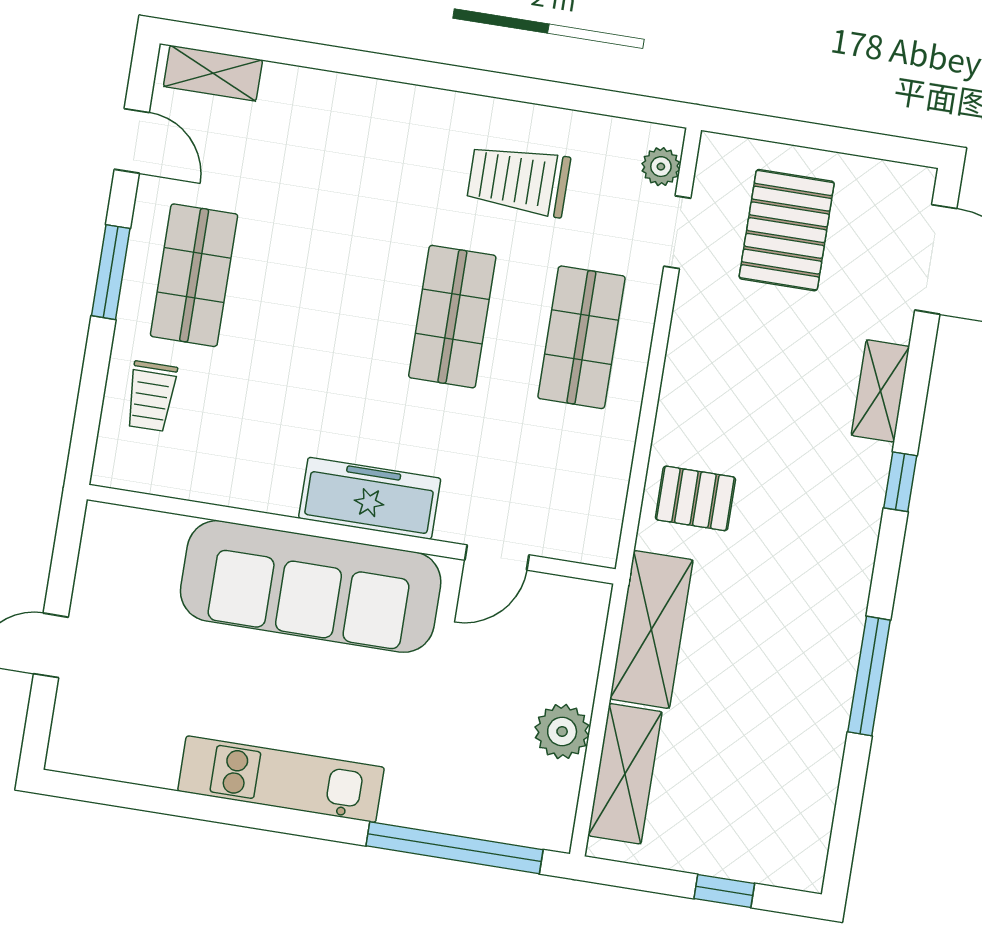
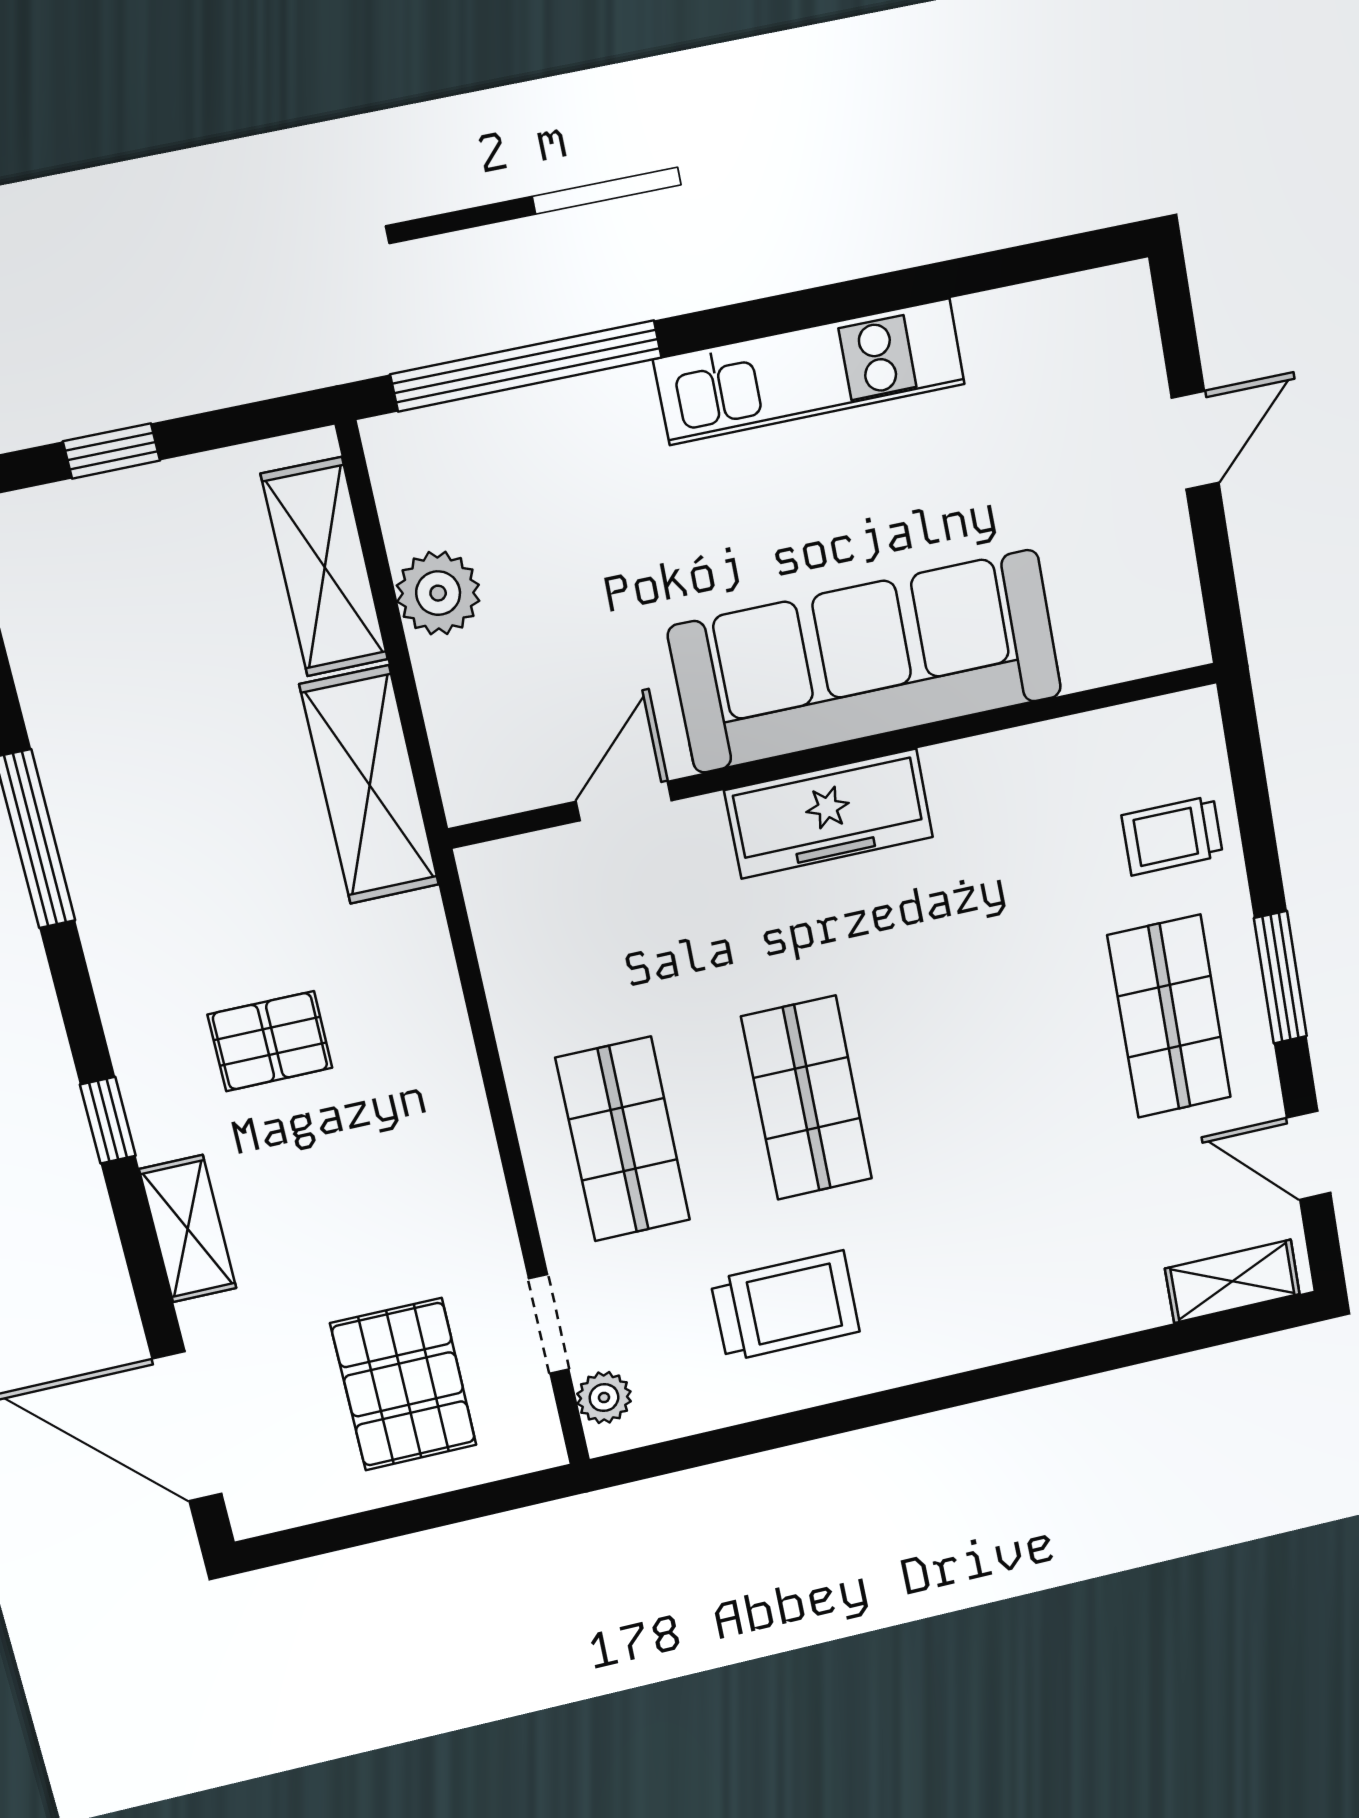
trolley: (151, 396) -> (1172, 835), turned -90
pallet: (695, 498) -> (270, 1041), moved

